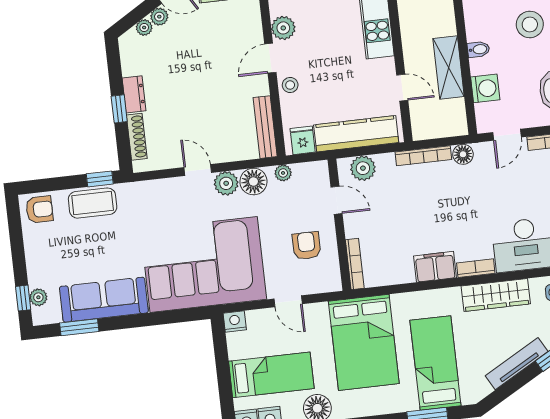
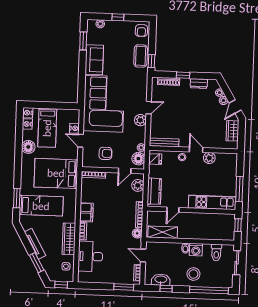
shelving: (449, 67) -> (163, 232), moved
washing machine: (485, 88) -> (196, 250), moved
dresser: (134, 94) -> (199, 84), moved
kitchen counter: (356, 134) -> (154, 191), width x0.67
floor lamp: (253, 182) -> (138, 159), moved
window: (23, 298) -> (118, 17), moved
sofa: (104, 300) -> (94, 60), width x0.73
door: (288, 301) -> (81, 141), hinge flipped
nightstand: (235, 322) -> (74, 128), moved

